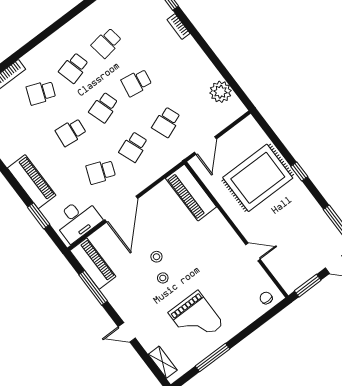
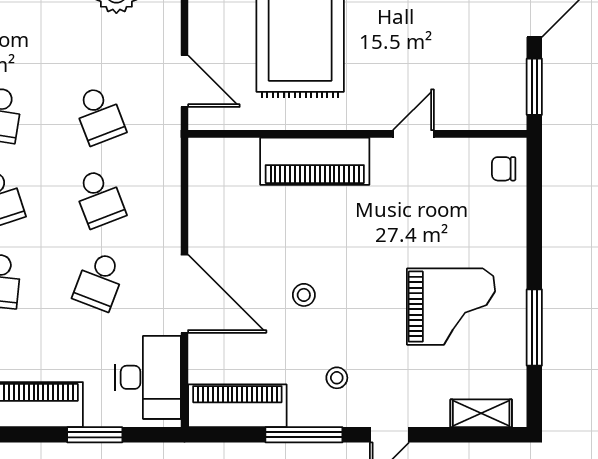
piano: (191, 193) -> (315, 161), moved
stool: (163, 278) -> (337, 378), moved
window: (93, 288) -> (304, 435), moved

